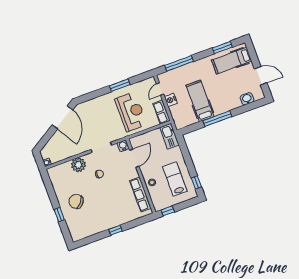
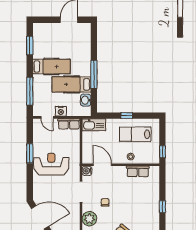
hospital bed: (232, 61) -> (51, 67), moved, turned -90
washbasin: (247, 99) -> (86, 100), moved
reception desk: (131, 112) -> (51, 164), moved
window: (196, 182) -> (127, 116), moved
row of seats: (140, 194) -> (138, 171), width x0.68

